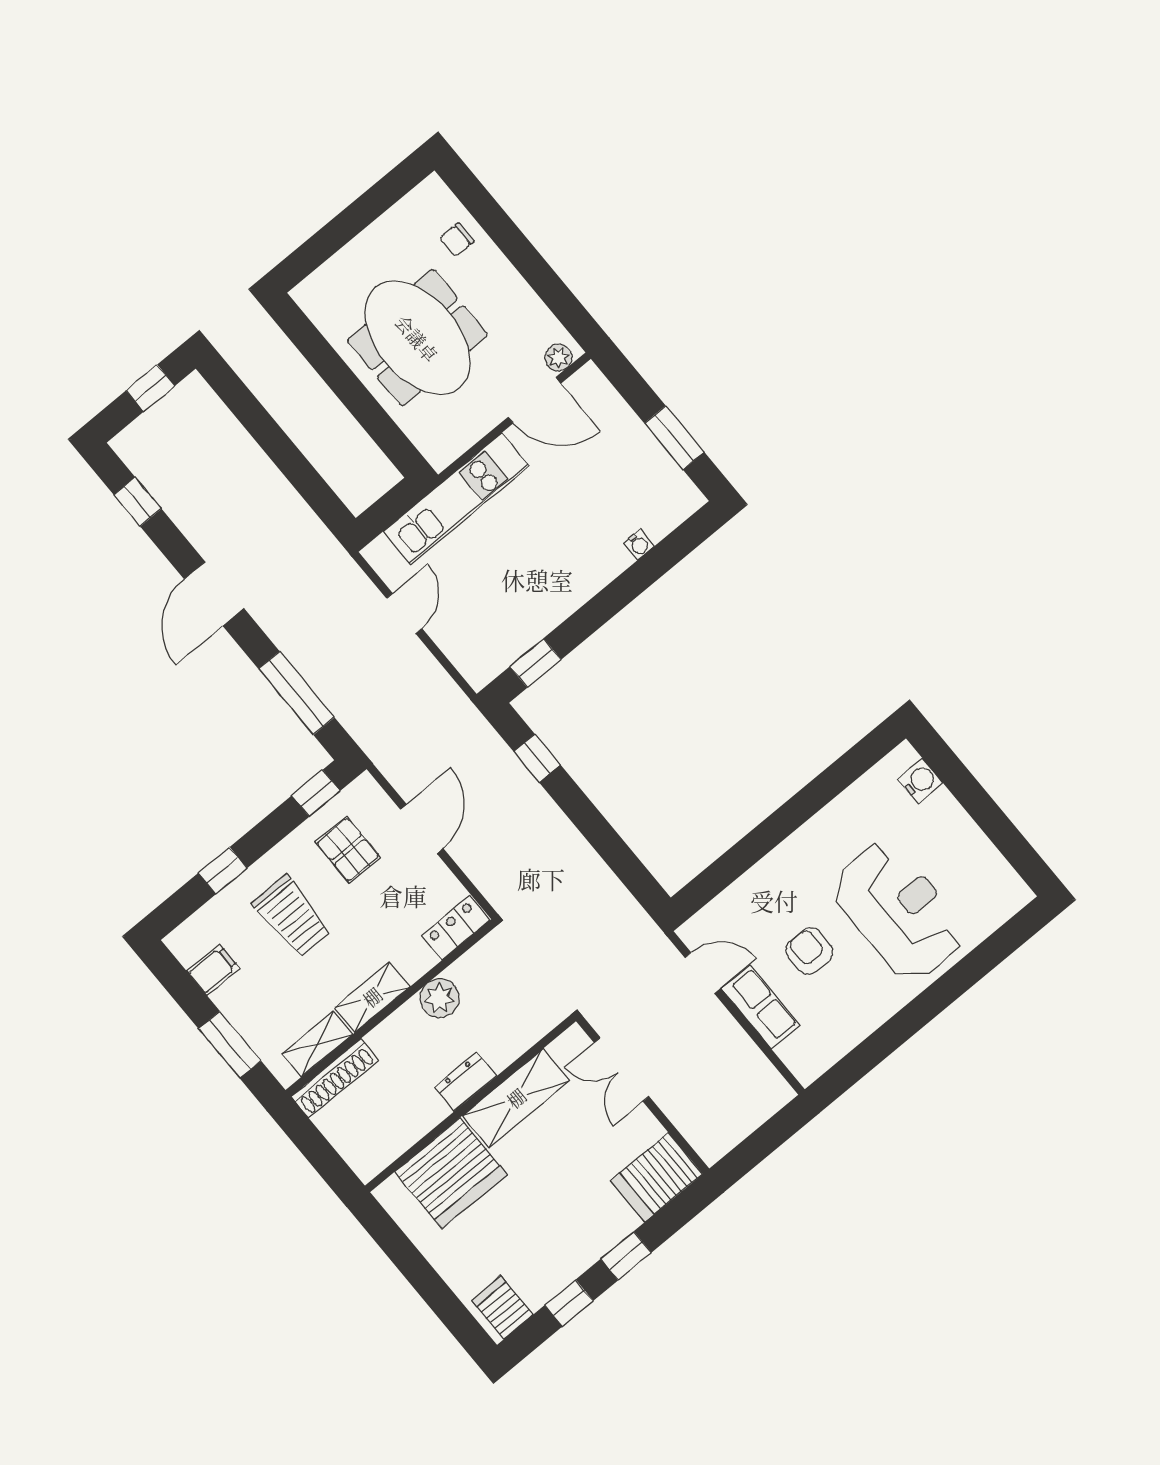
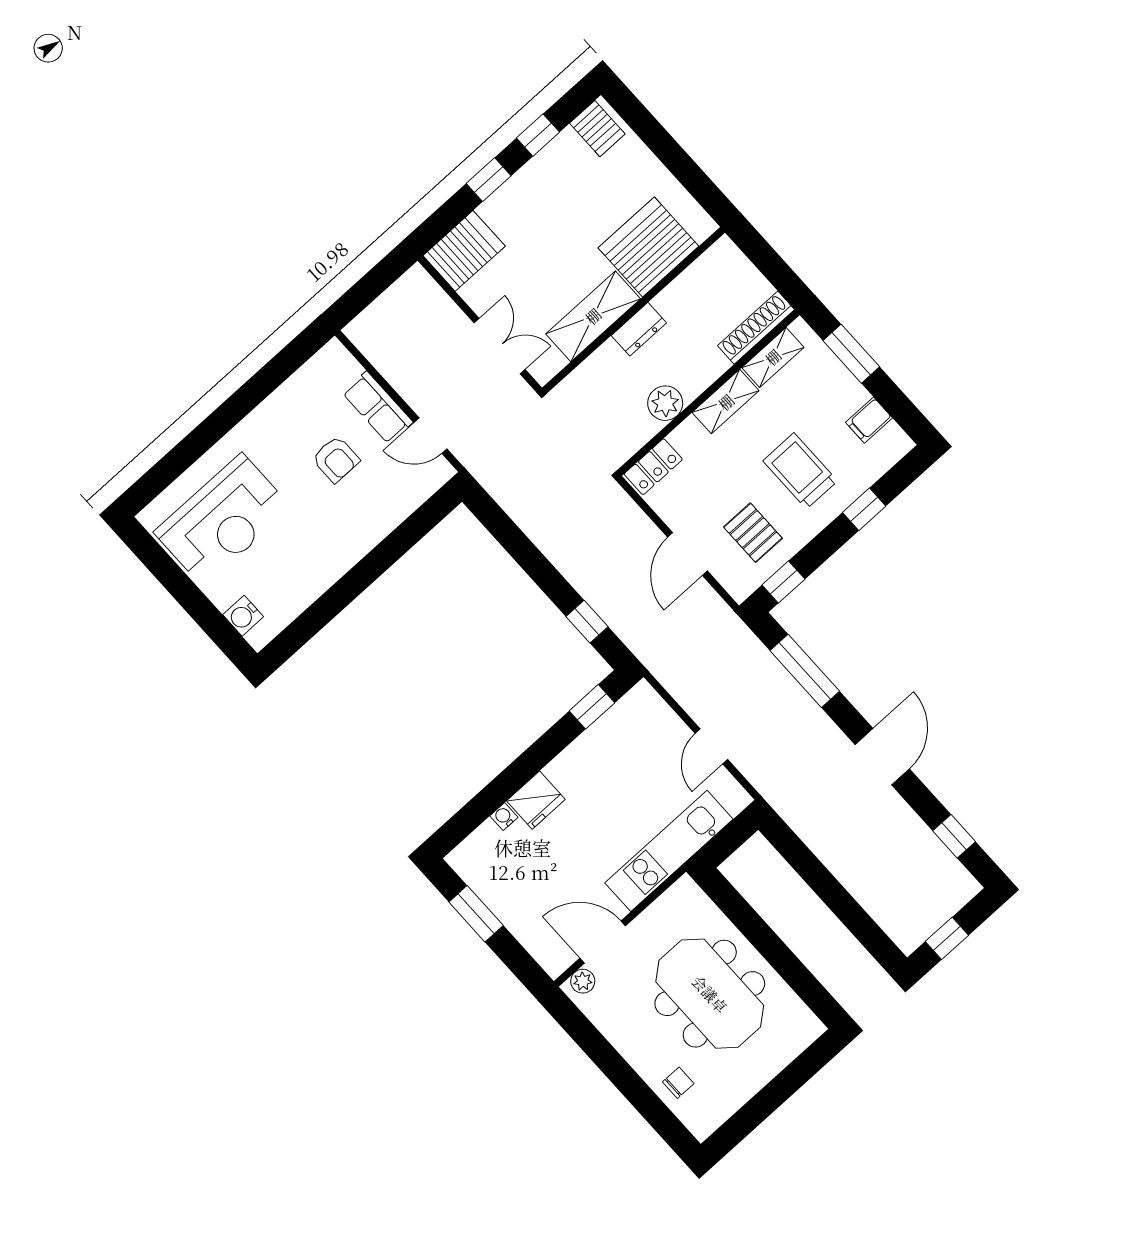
fridge: (602, 562) -> (536, 800), added
reception desk: (898, 911) -> (223, 520), moved, turned -90

